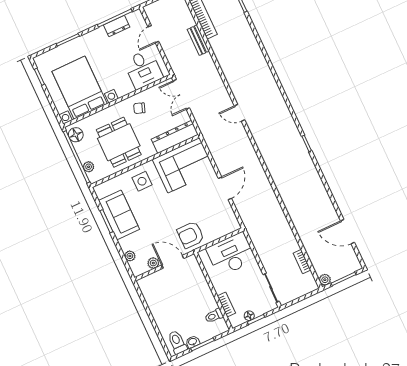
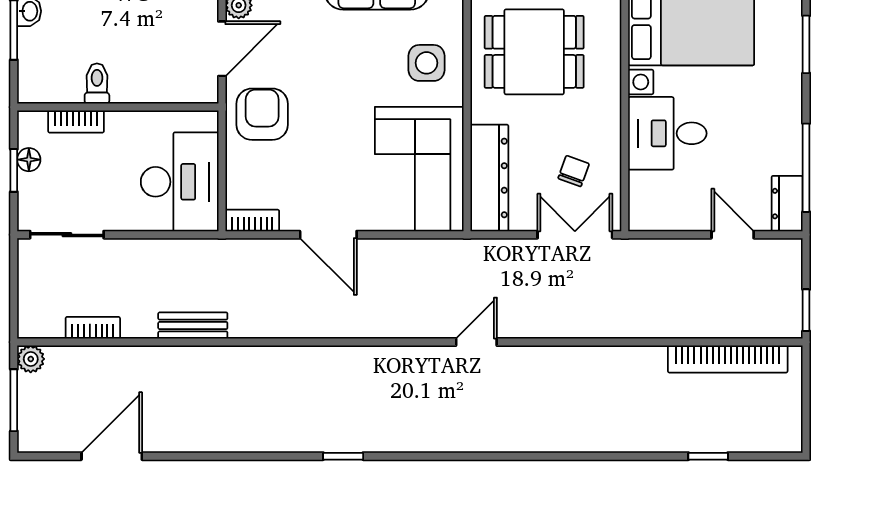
dresser: (117, 26) -> (787, 204), moved
bench: (198, 40) -> (193, 326), moved
desk: (143, 69) -> (667, 133), moved
chair: (139, 108) -> (574, 171), moved
bookcase: (233, 220) -> (252, 221), added
toilet: (214, 316) -> (97, 84), moved

